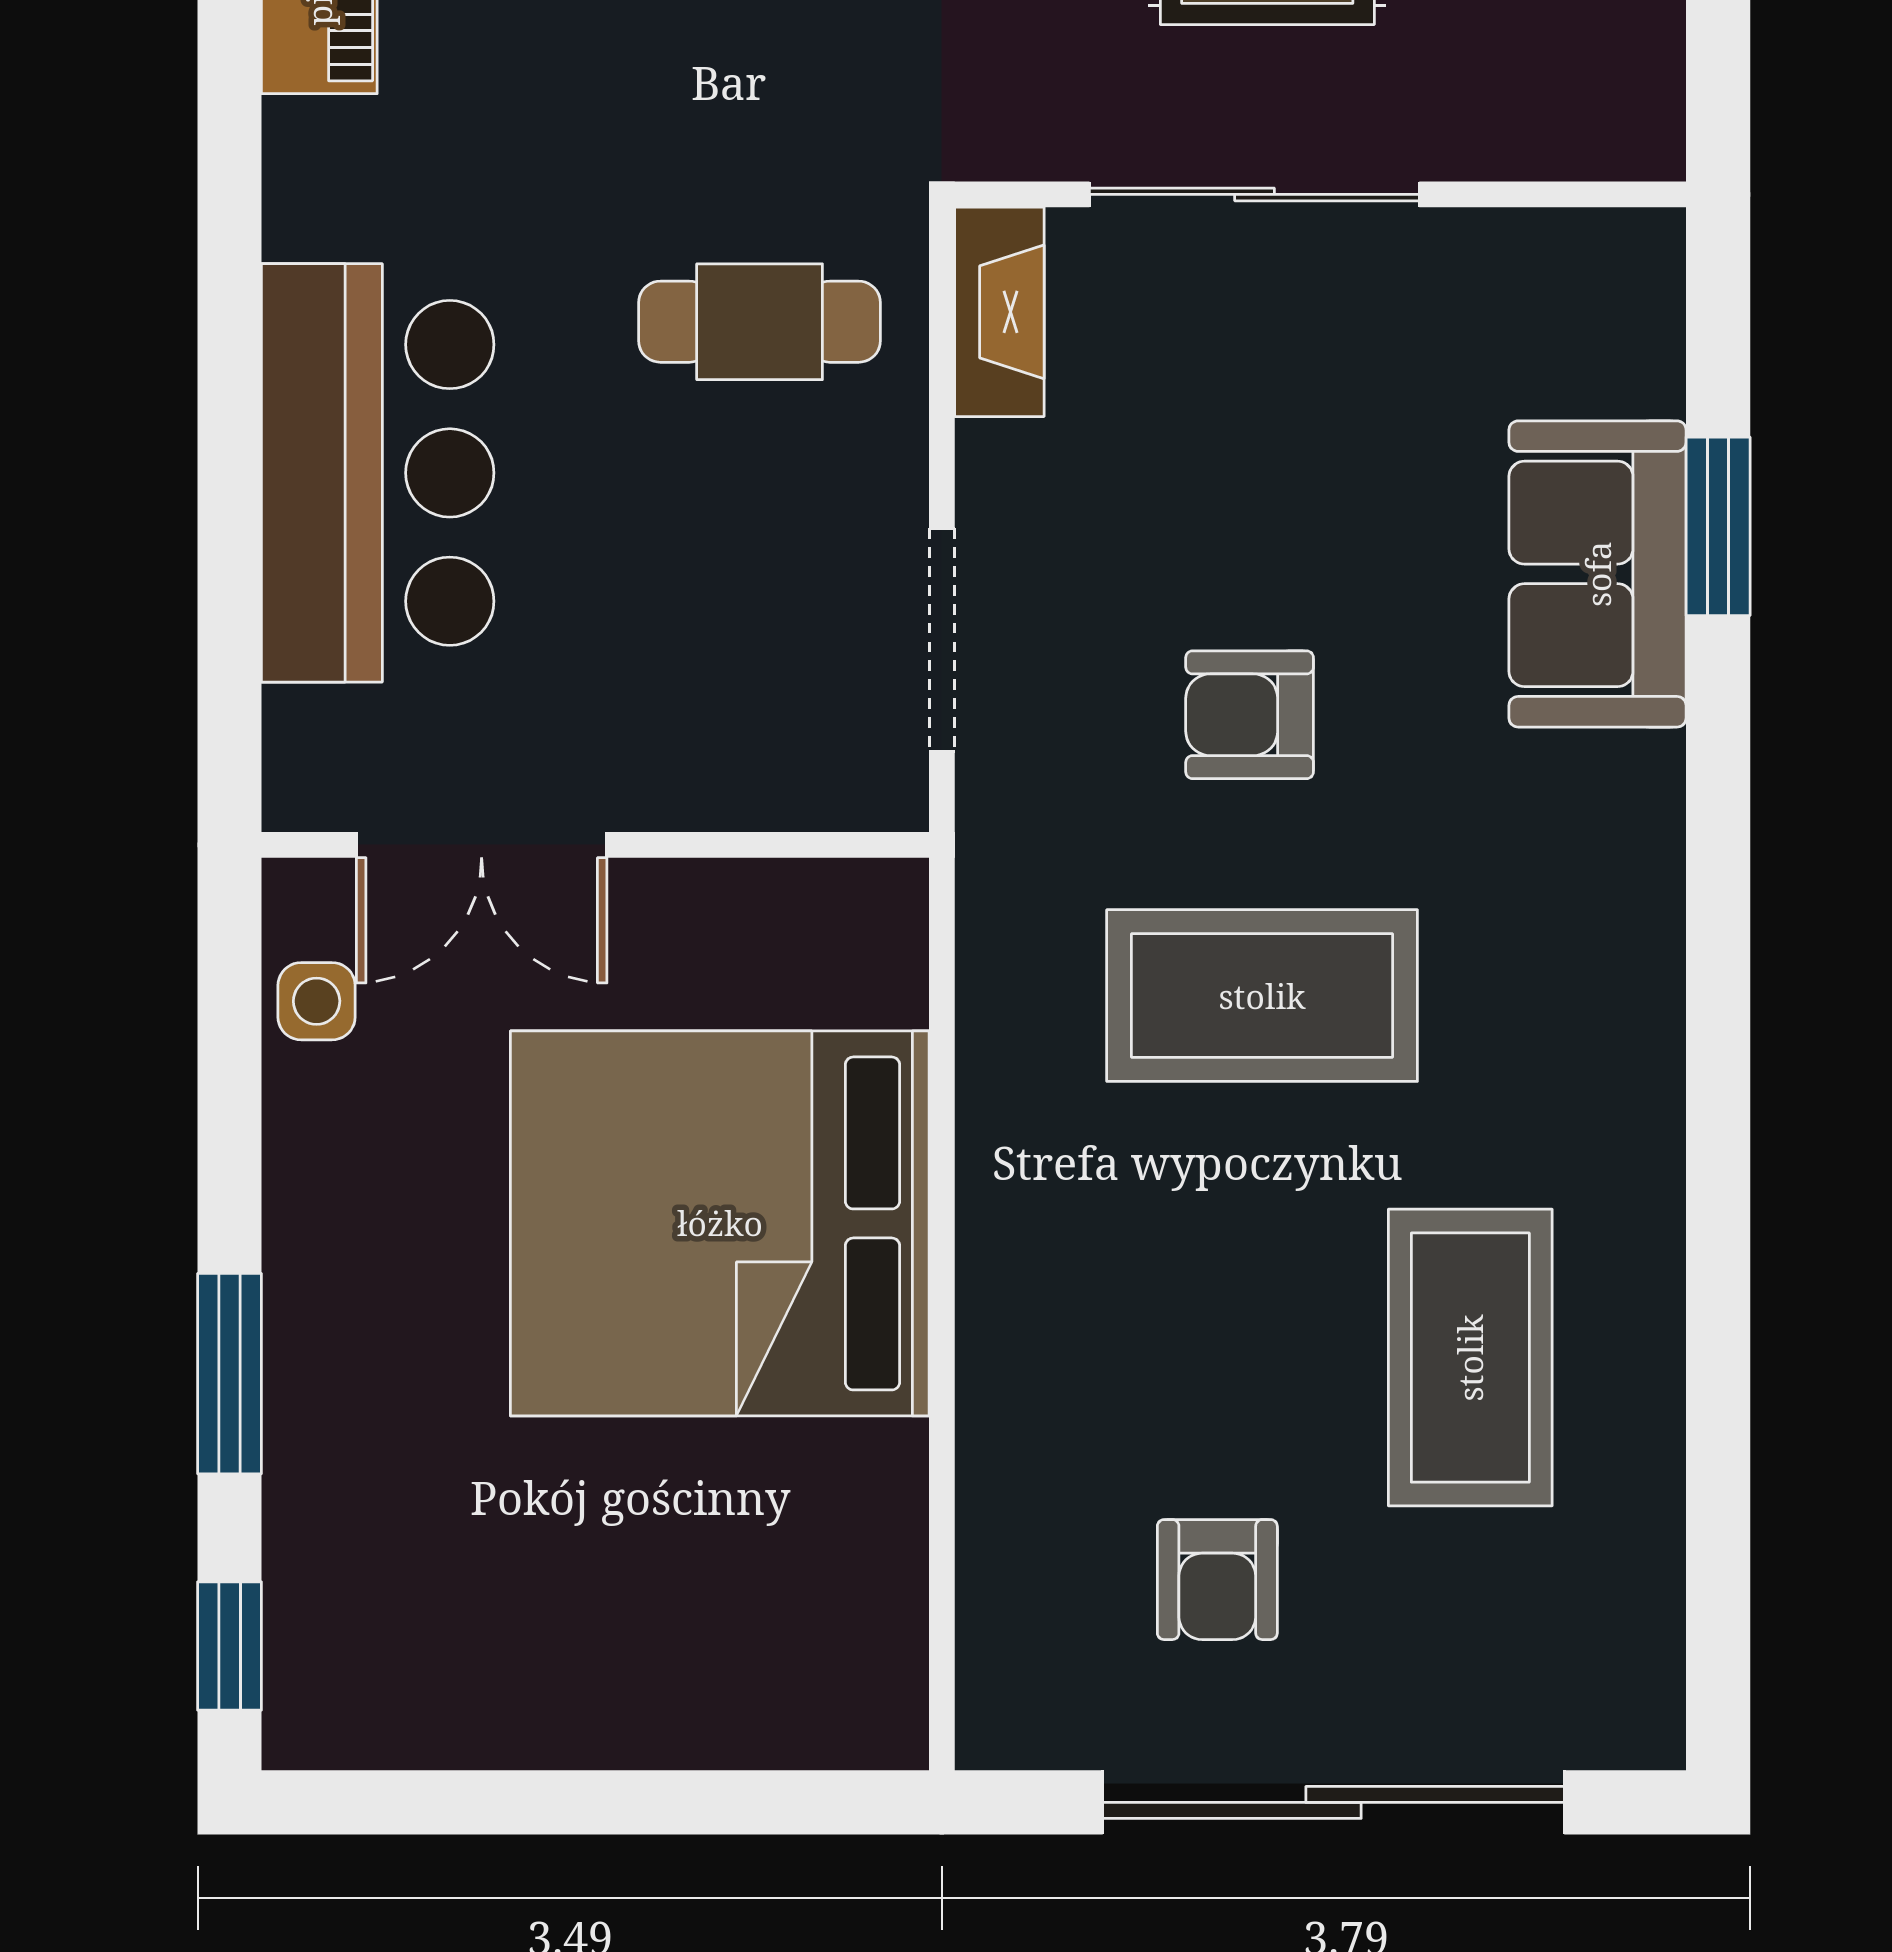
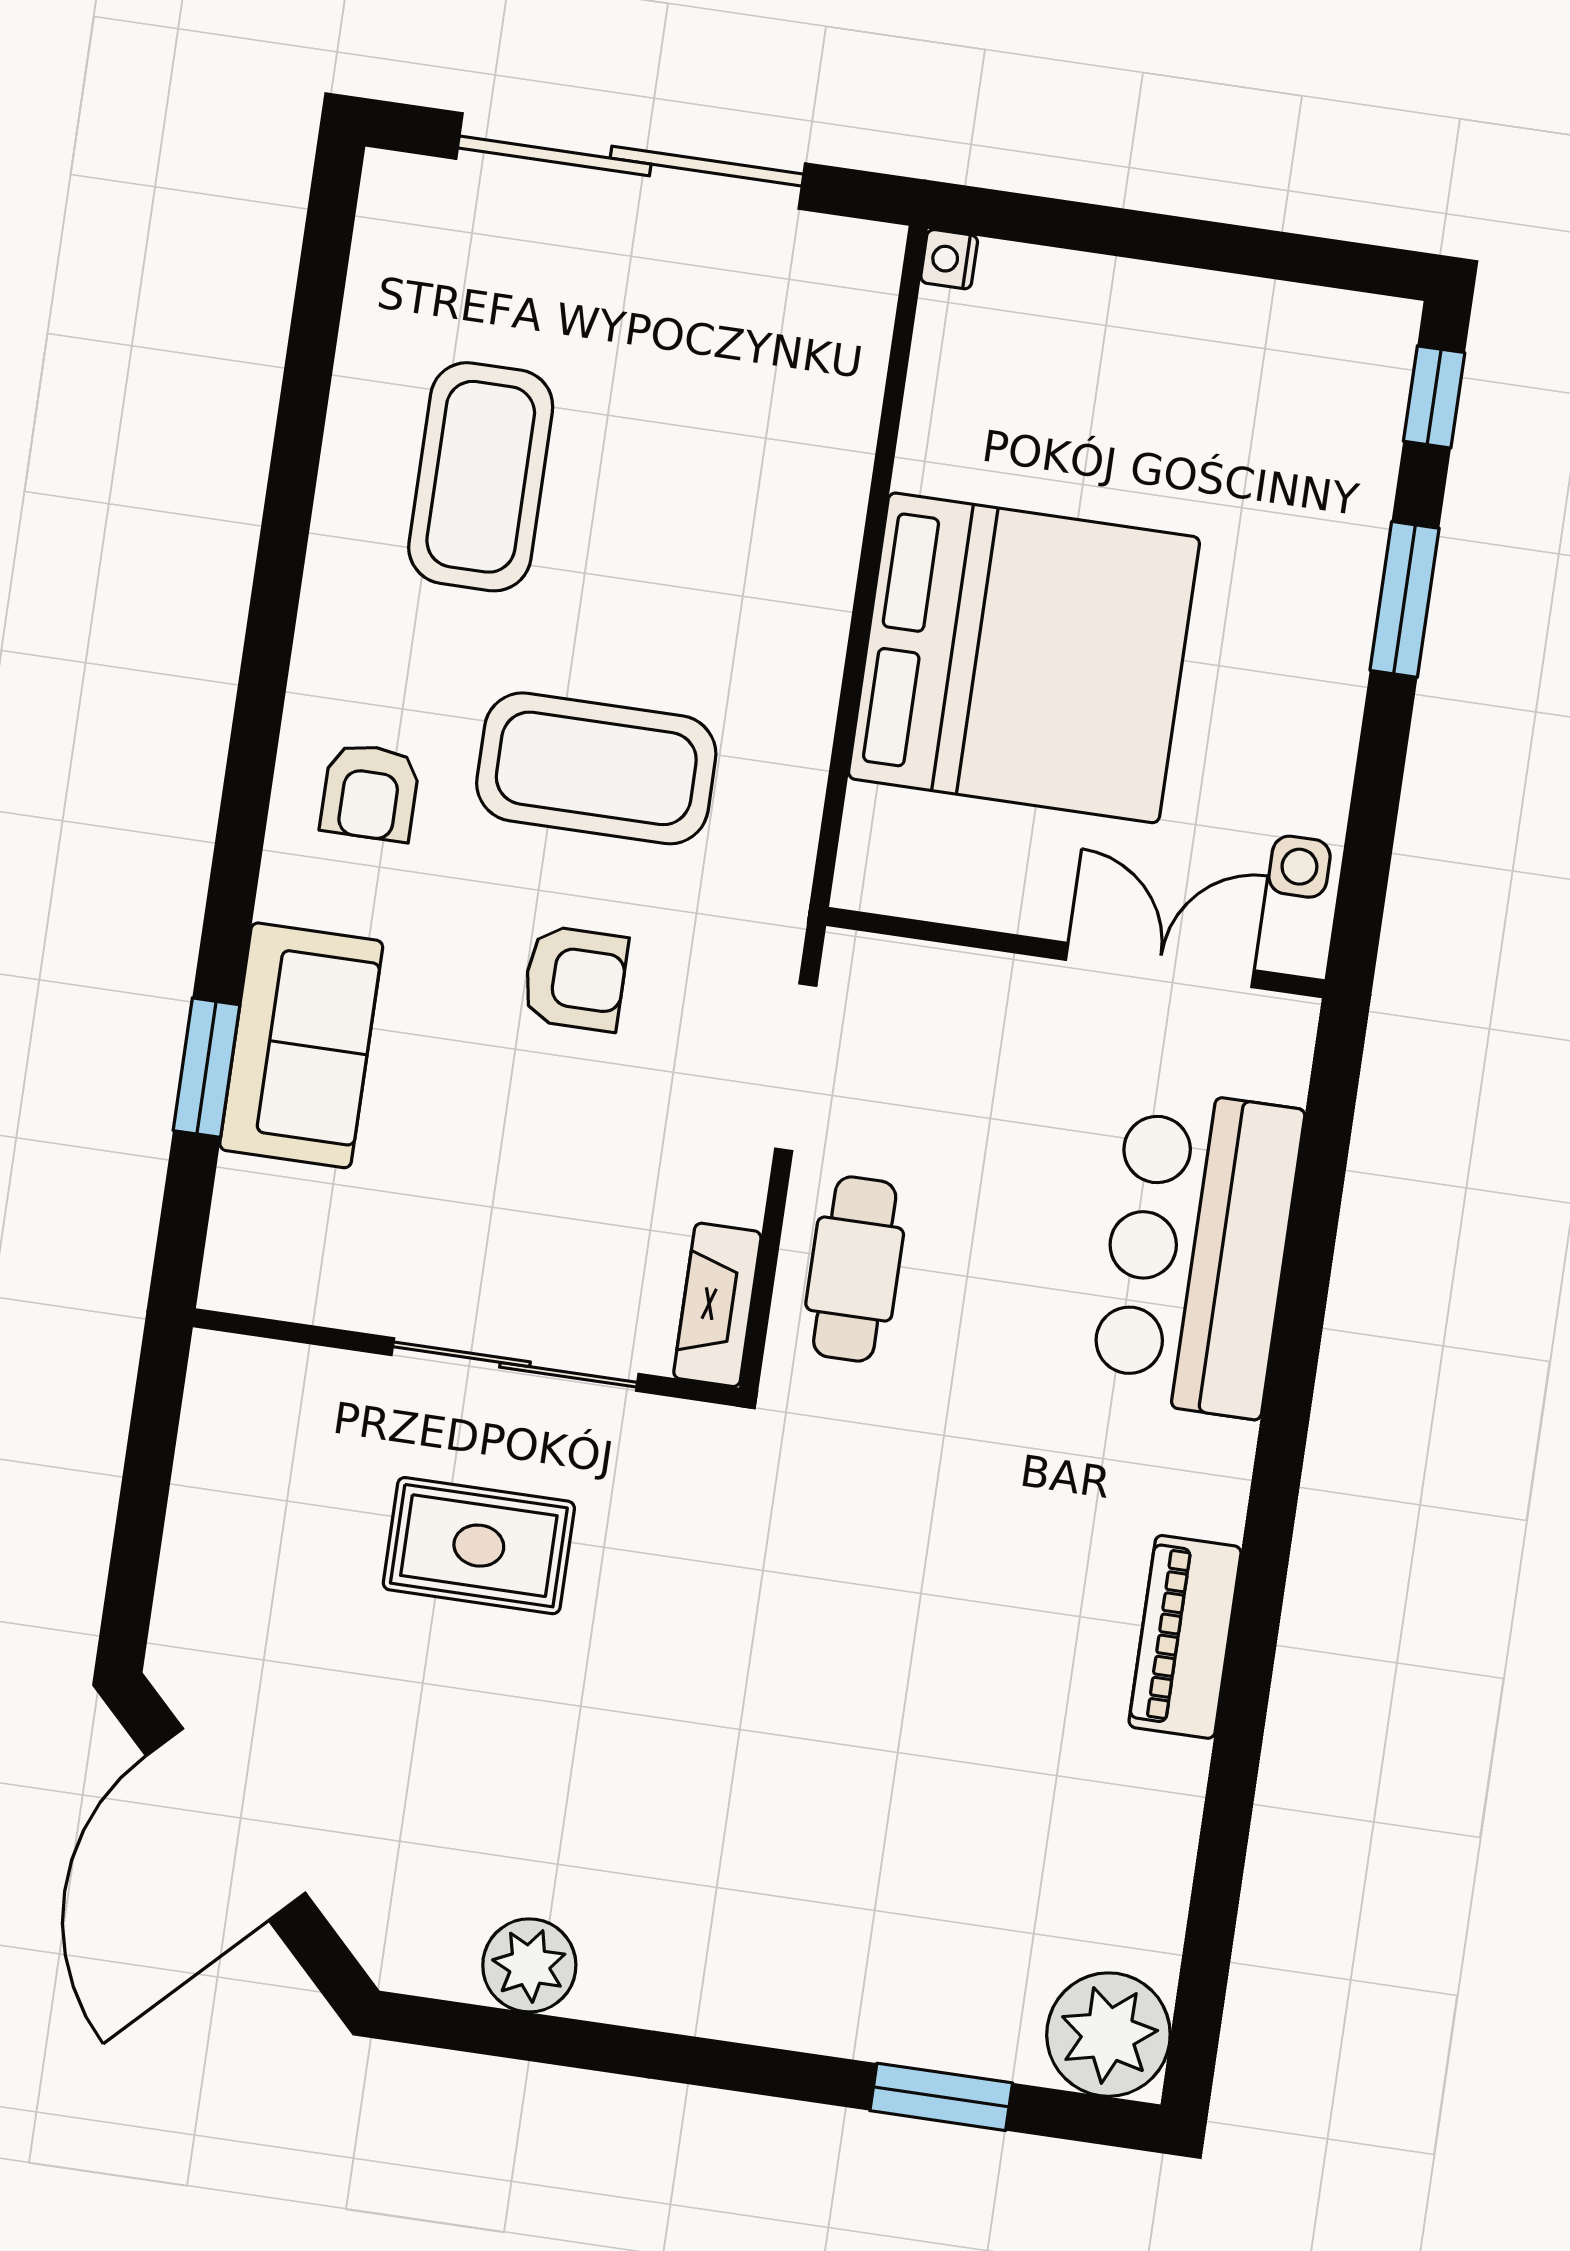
cafe table: (760, 322) -> (855, 1269), moved, turned 90
armchair: (1217, 1580) -> (370, 792), moved, turned 180
nightstand: (895, 1734) -> (949, 259), added

